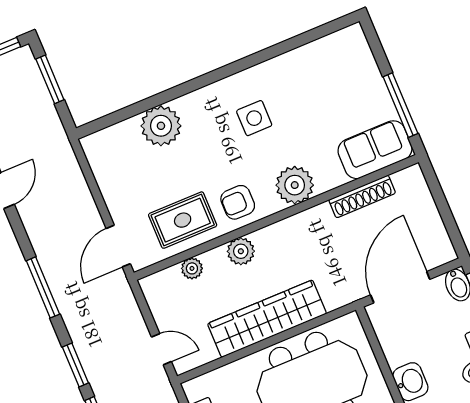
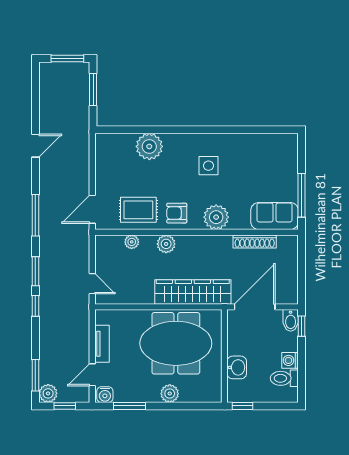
wardrobe: (267, 319) -> (193, 292), moved

